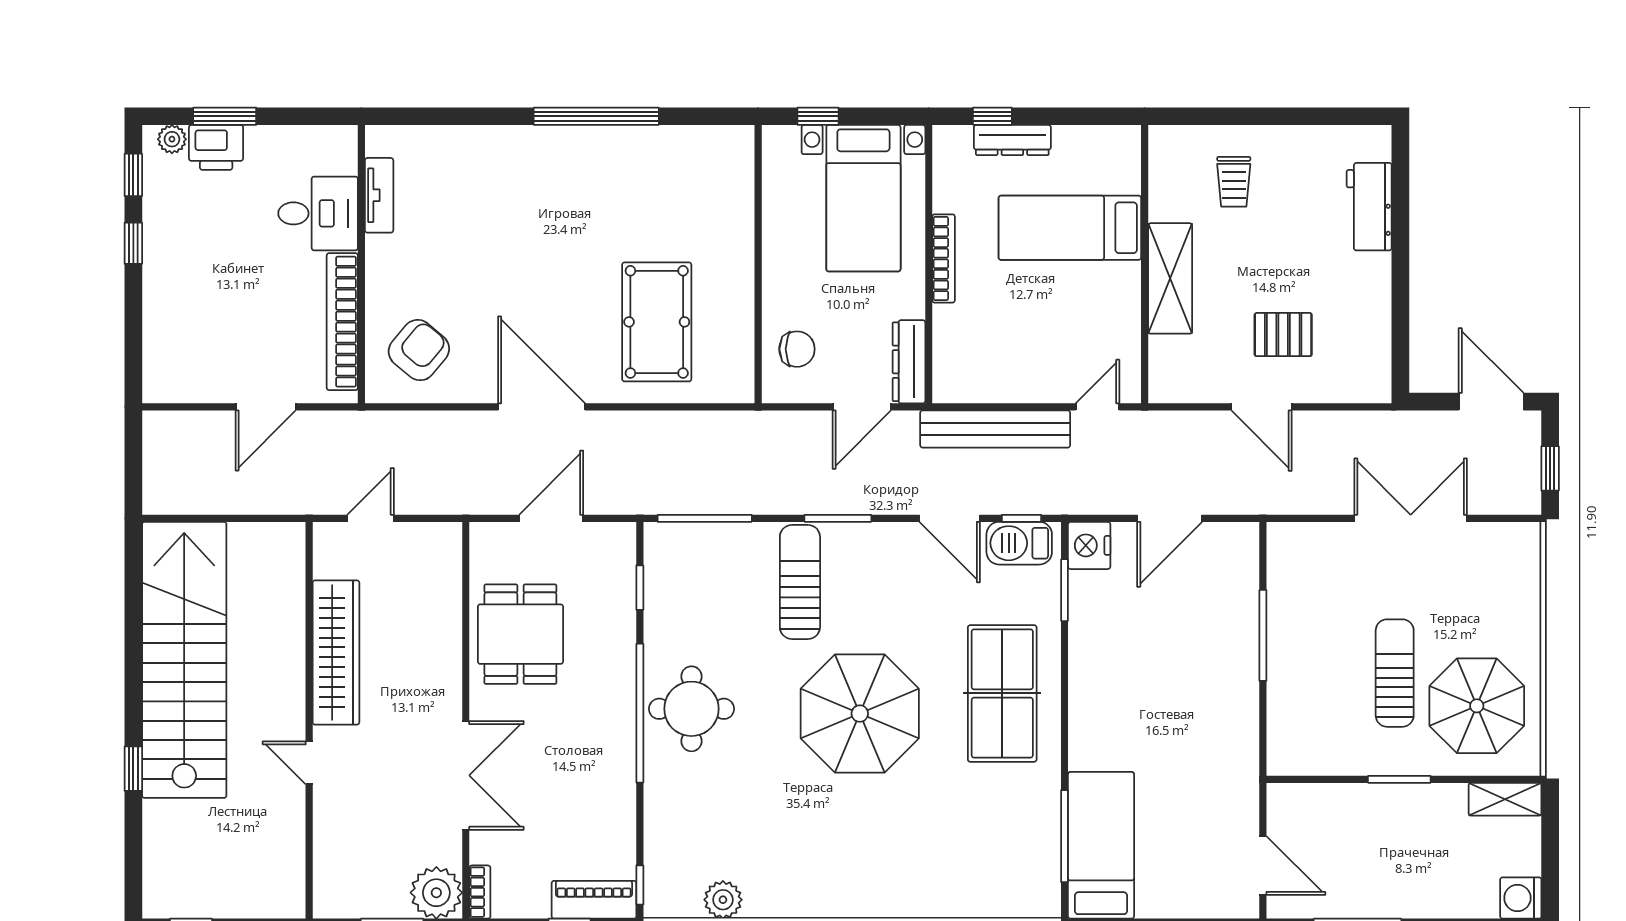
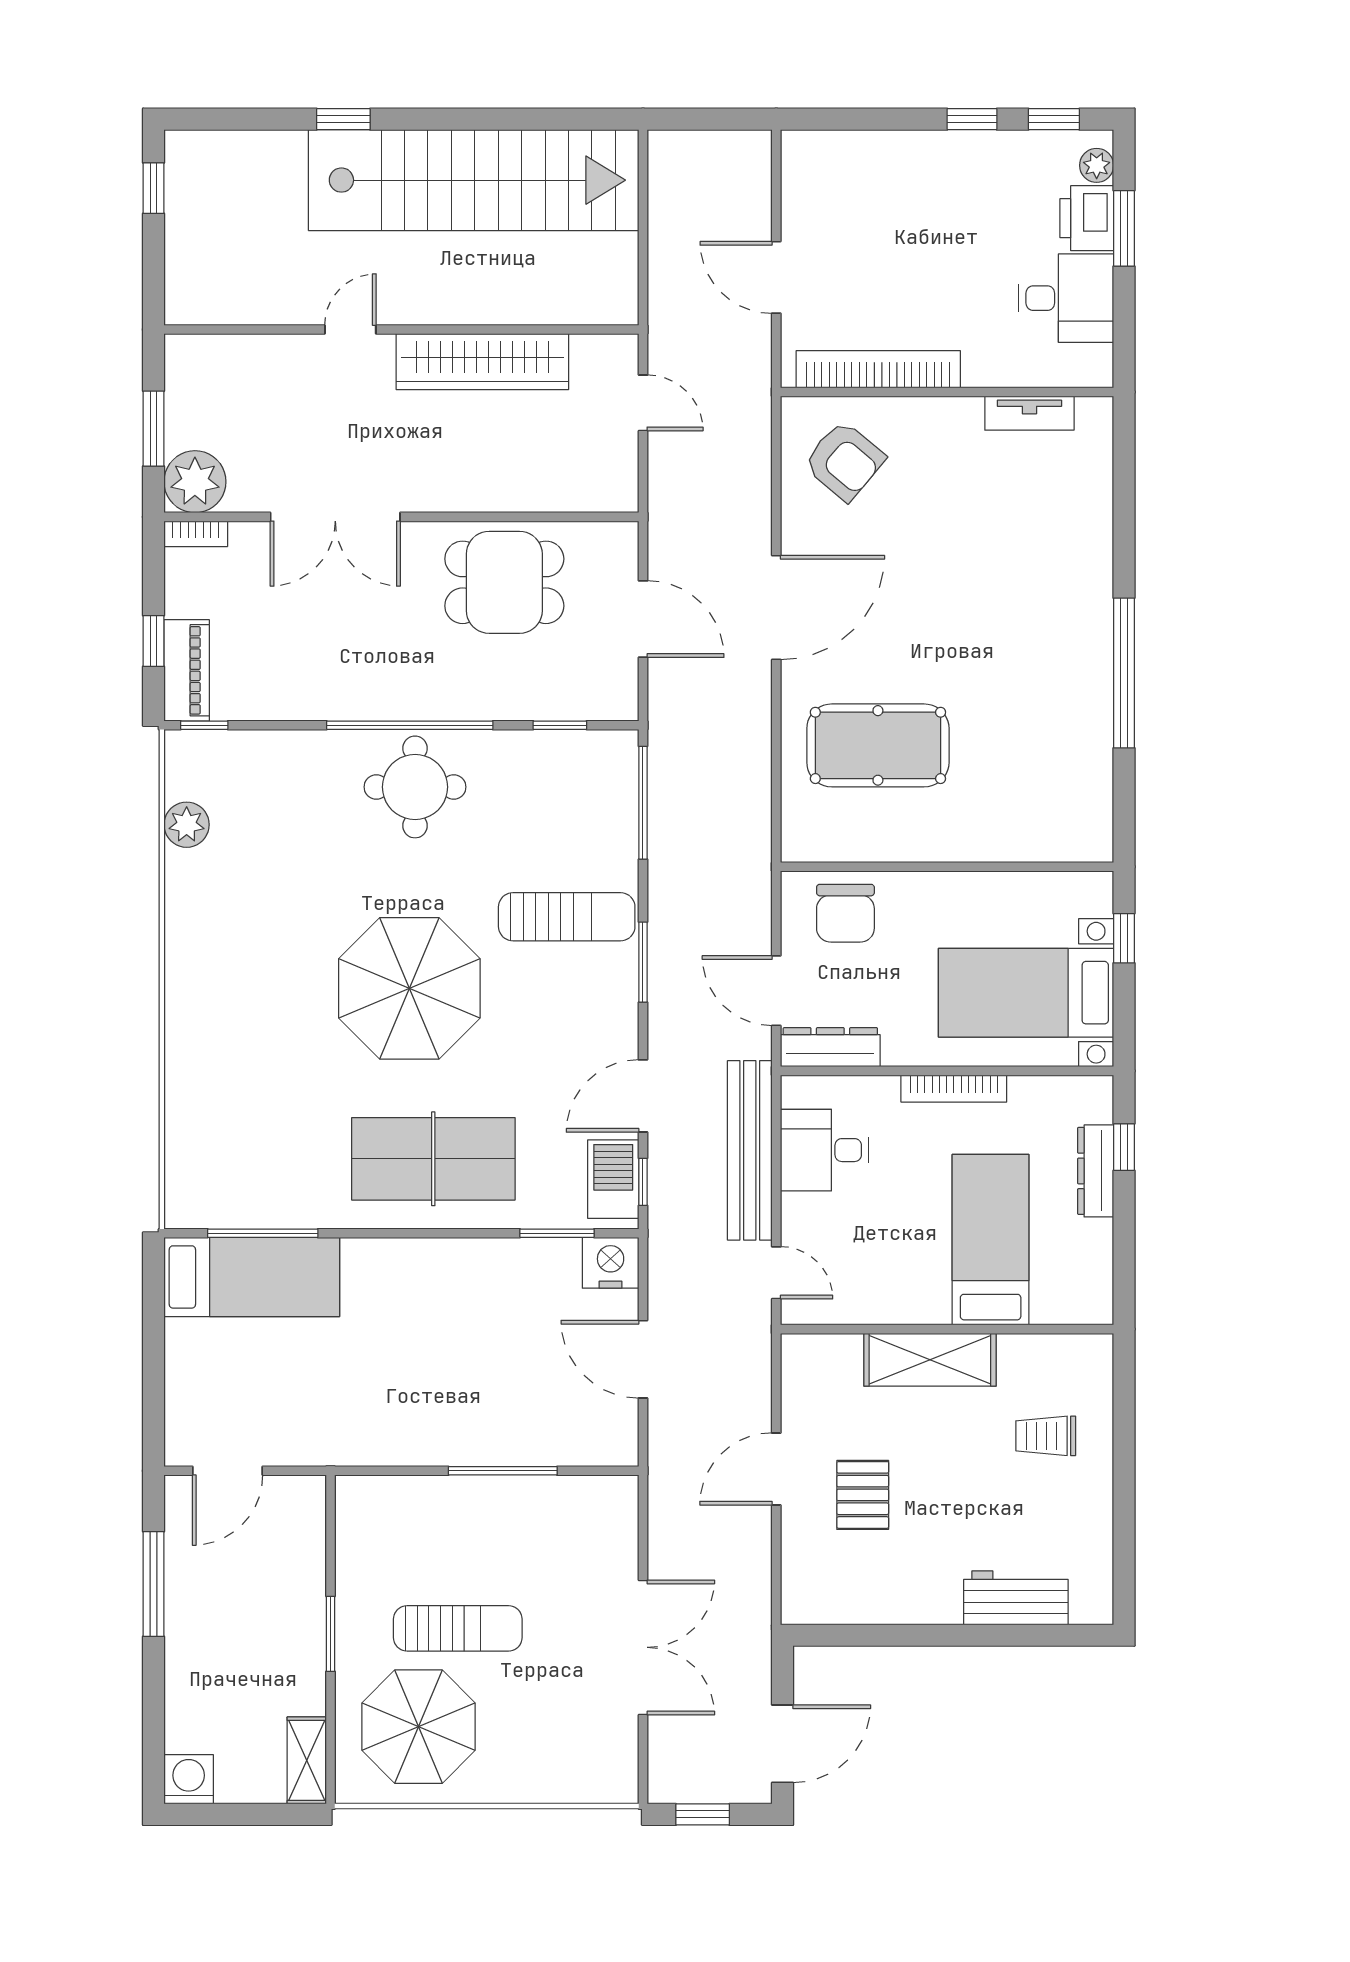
desk: (318, 213) -> (1066, 298), moved, turned -90
chair: (797, 349) -> (845, 913), width x1.37, depth x1.37
desk: (995, 367) -> (824, 1150), added

